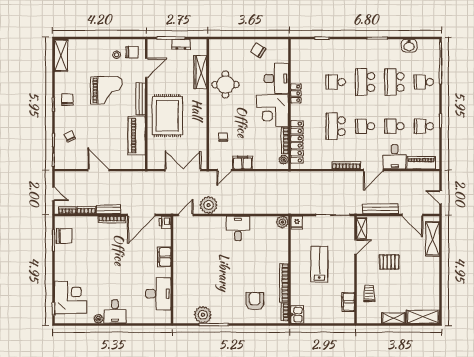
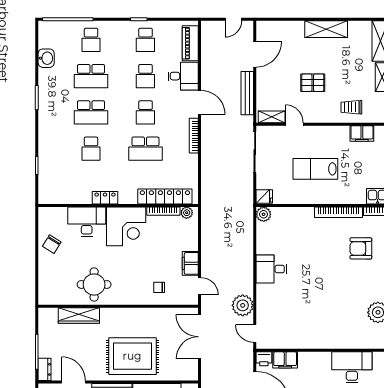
dresser: (181, 44) -> (45, 369), moved
shelving: (433, 239) -> (326, 29), moved
filing cabinet: (164, 257) -> (285, 360), moved
pallet: (389, 262) -> (313, 83), turned 90

